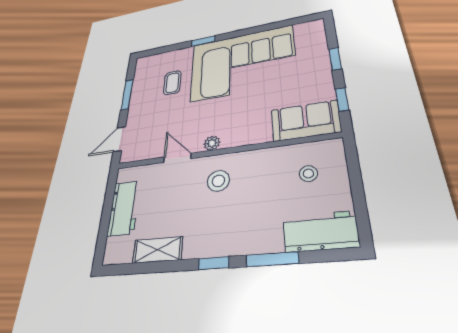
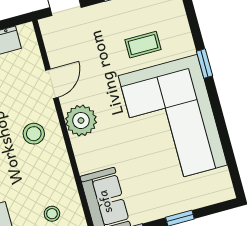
plant: (212, 143) -> (81, 121), width x1.88, depth x1.88

